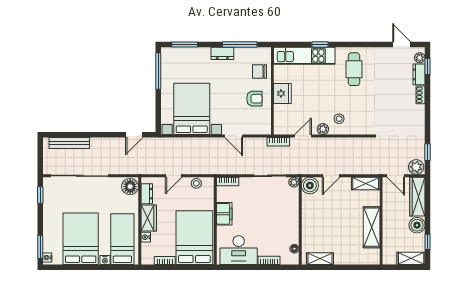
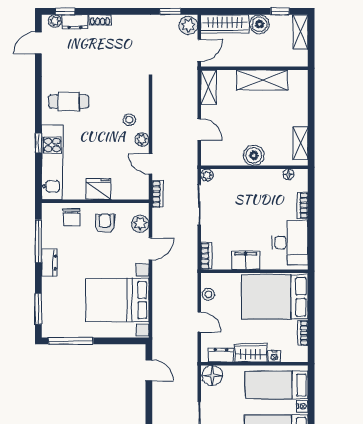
plant: (254, 128) -> (140, 224), added
boiler: (310, 186) -> (254, 155), moved

